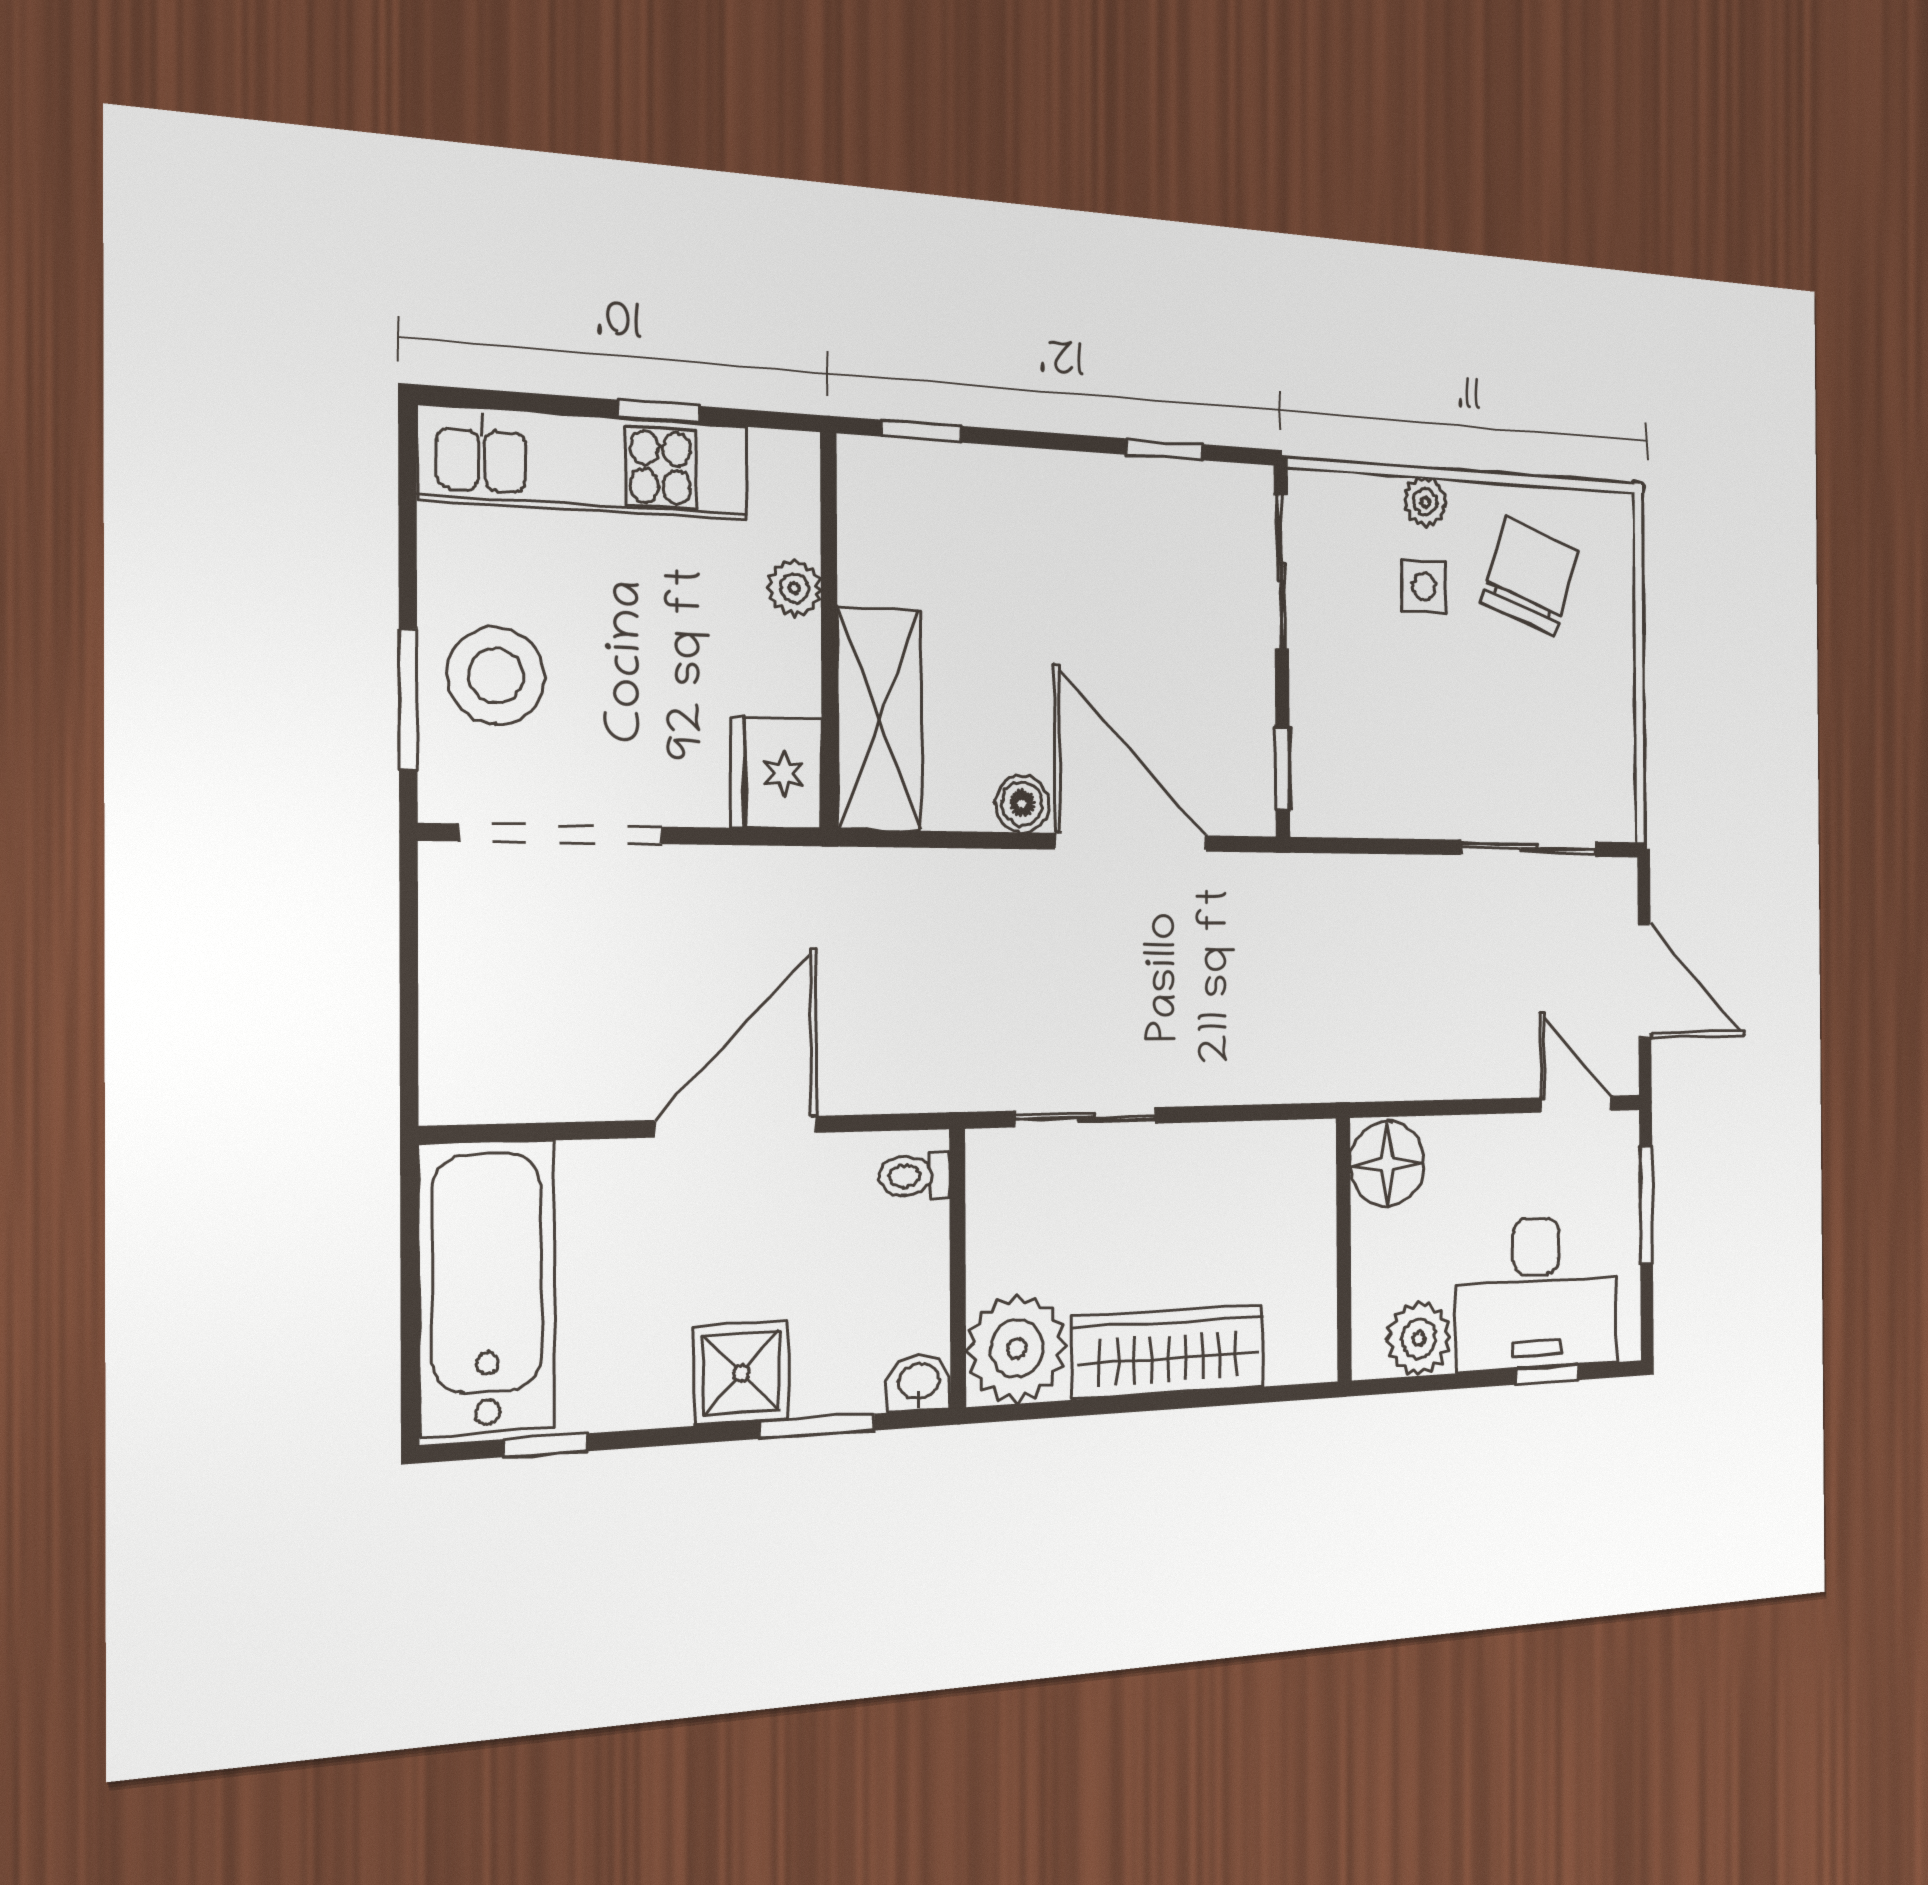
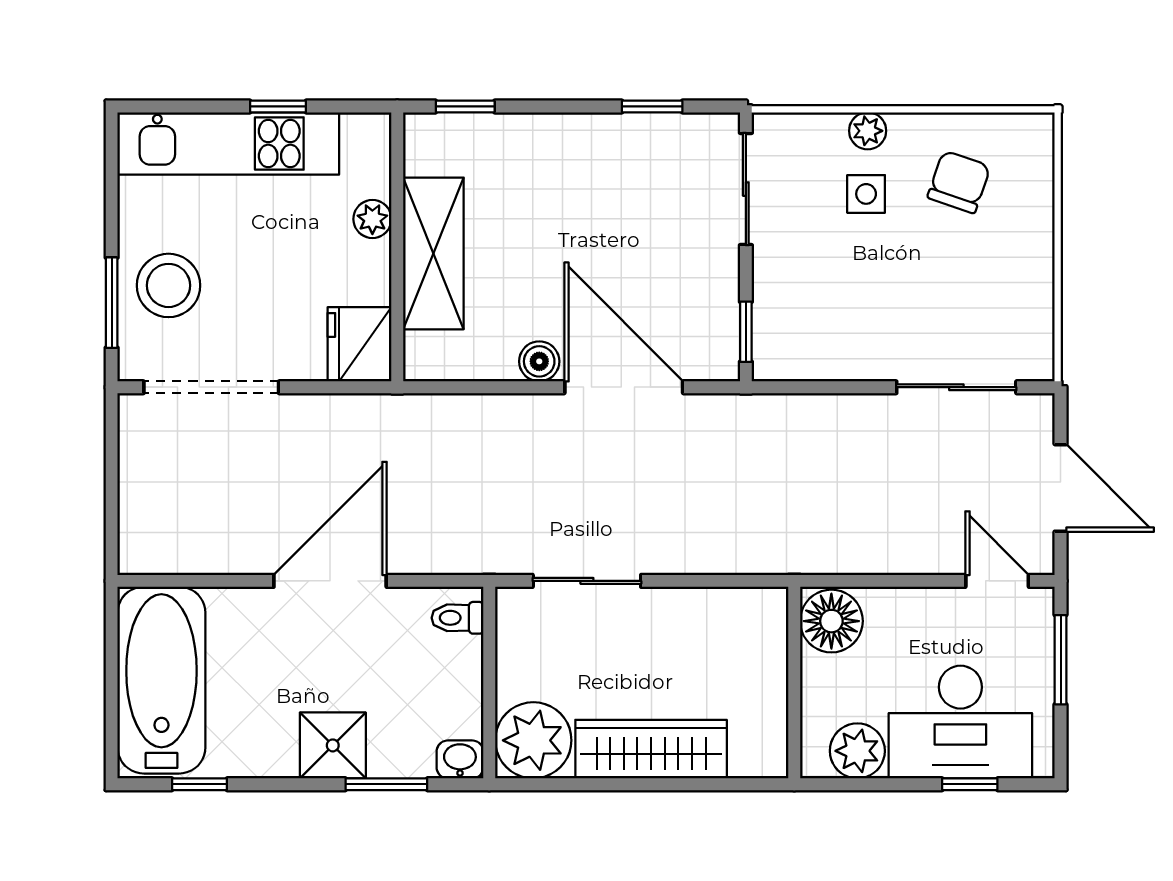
chair: (1530, 577) -> (959, 182), width x0.73, depth x0.73
shelving: (879, 719) -> (433, 253), moved

